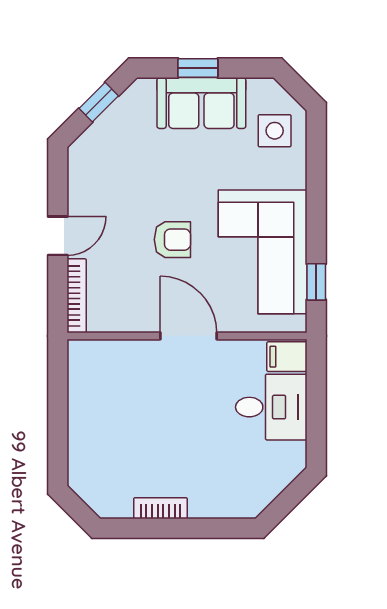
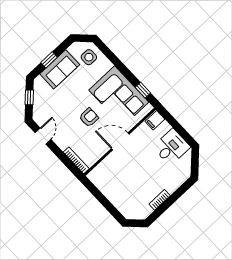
door: (58, 236) -> (43, 136), moved
desk: (271, 407) -> (171, 147), moved

